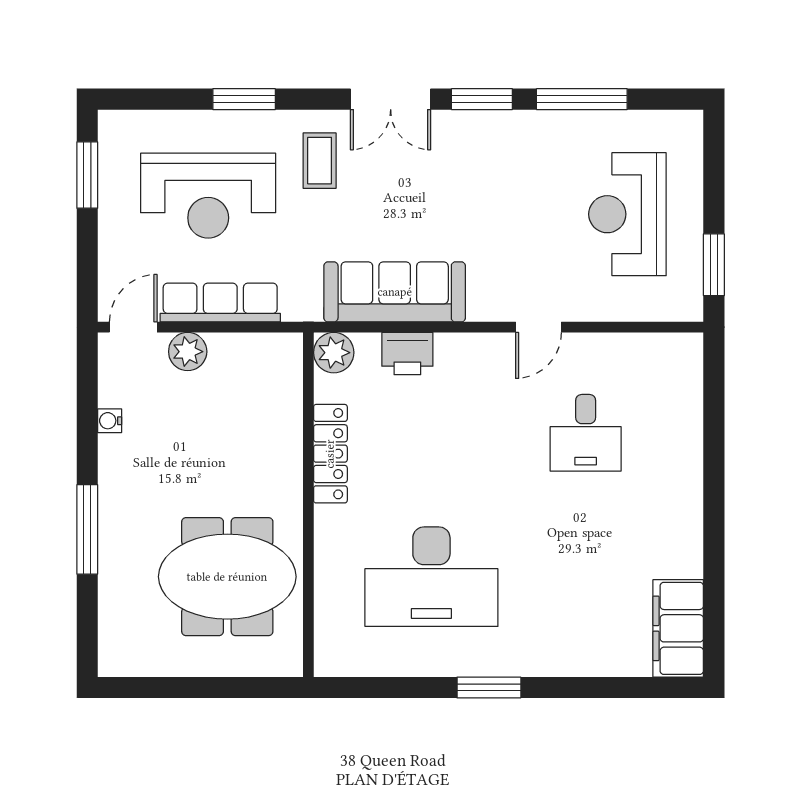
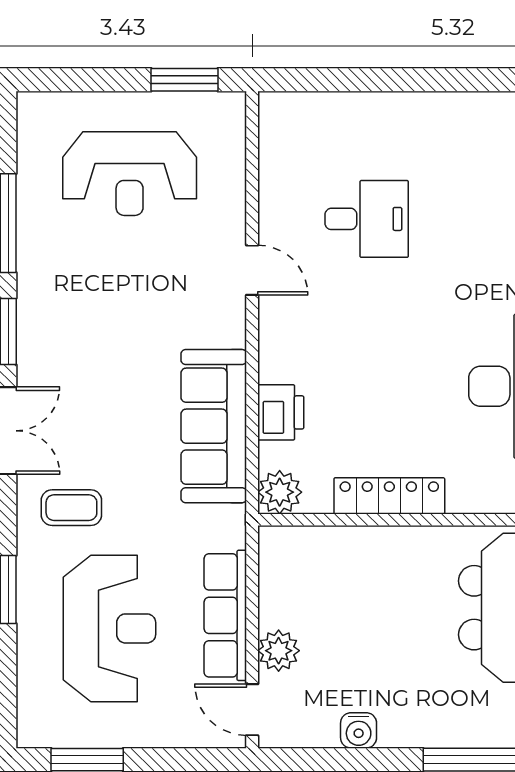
water cooler: (110, 421) -> (359, 730), width x1.38, depth x1.38

